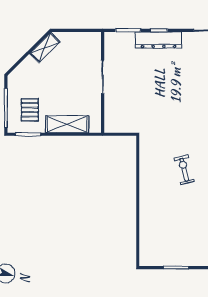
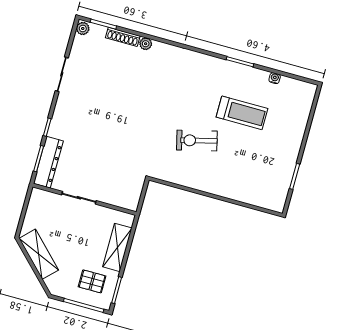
dresser: (159, 40) -> (48, 162), moved
shelving: (45, 48) -> (39, 254), width x1.50, depth x1.33
exercise bike: (184, 170) -> (197, 141), width x1.38, depth x1.39

